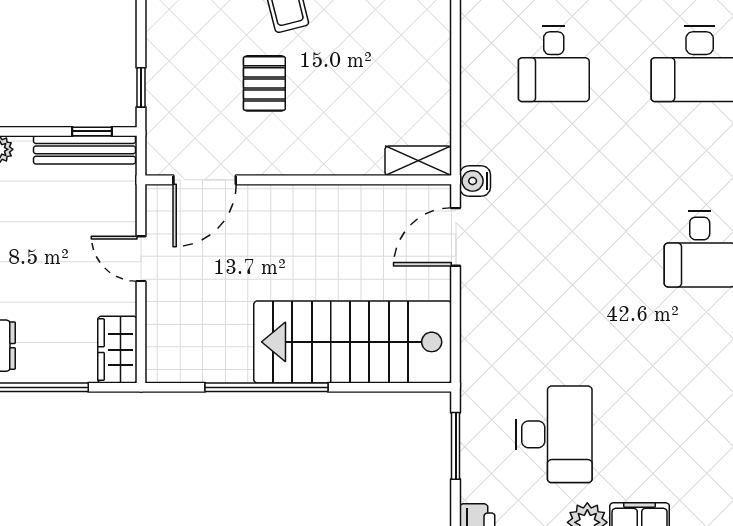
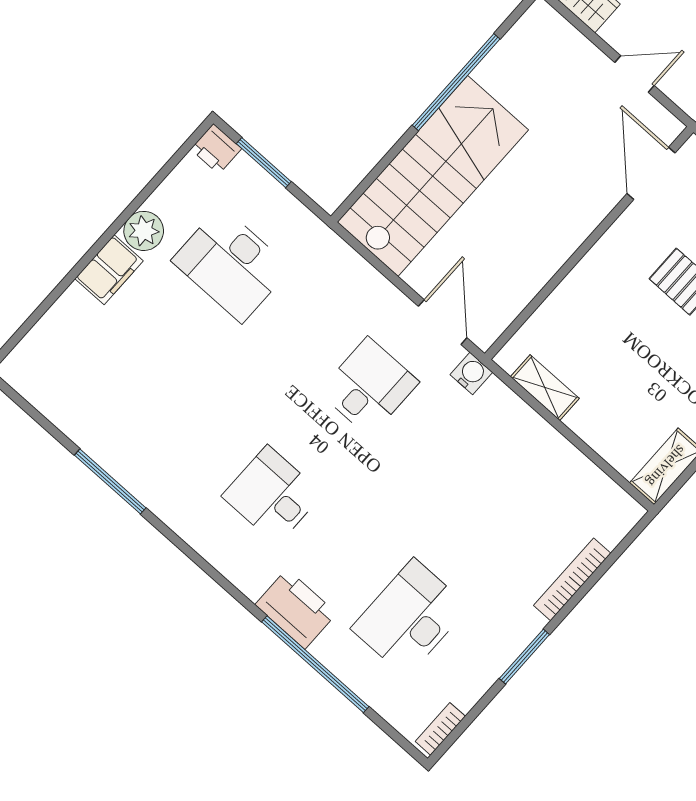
desk: (554, 64) -> (369, 387), moved, turned 90
shelving: (418, 161) -> (545, 388), moved, turned 90
window: (456, 446) -> (264, 163), moved

